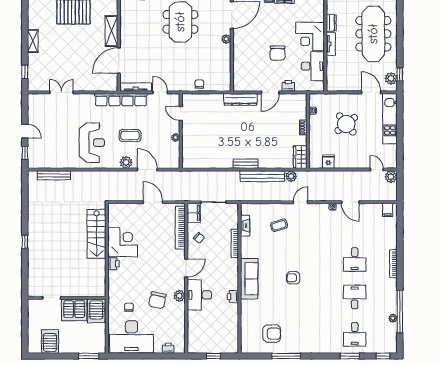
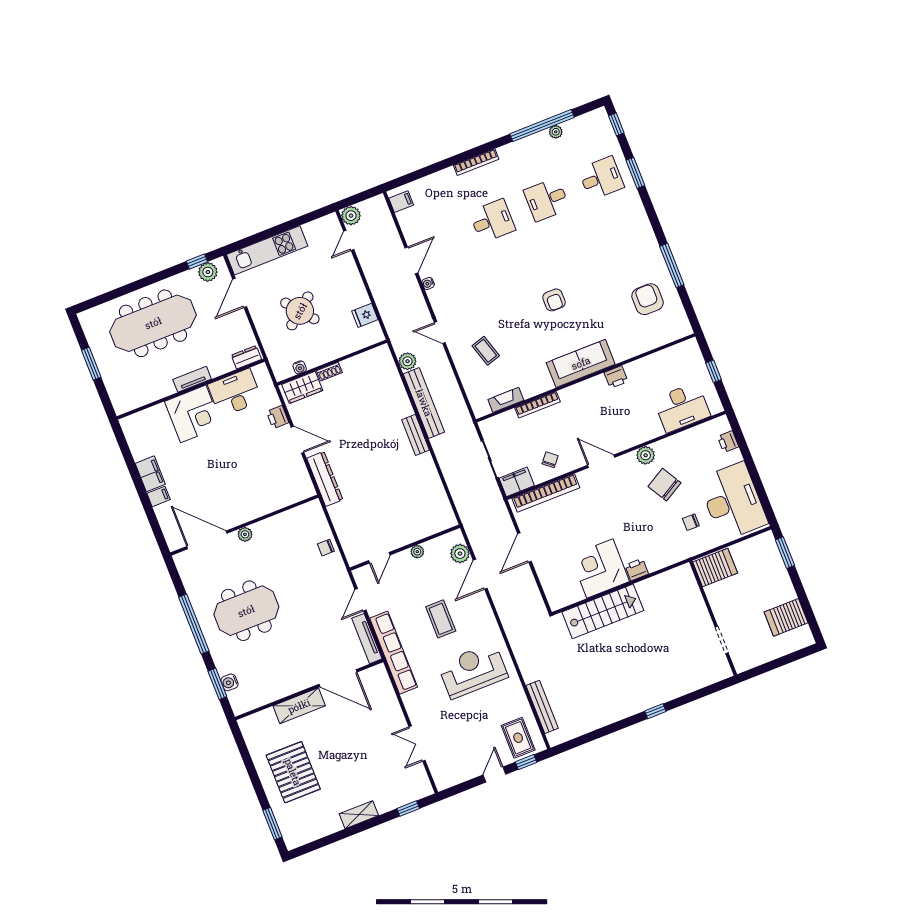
dresser: (331, 23) -> (246, 357), moved
chair: (278, 53) -> (236, 451), removed
rug: (41, 154) -> (518, 738), added
wardrobe: (300, 157) -> (302, 387), moved
plant: (126, 162) -> (460, 554), moved
desk: (199, 295) -> (682, 407), moved
chair: (157, 300) -> (665, 485), turned -132
server rack: (74, 310) -> (726, 600), removed

